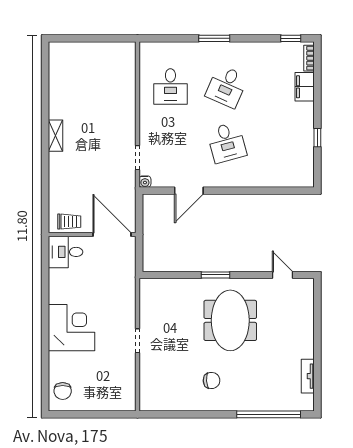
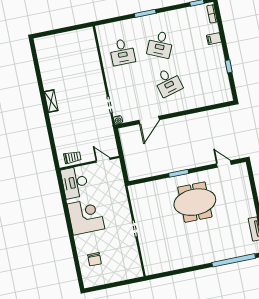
filing cabinet: (305, 87) -> (214, 39), width x0.50
door: (112, 234) -> (103, 160), width x0.53
desk: (65, 252) -> (75, 182), width x1.37
meeting table: (230, 320) -> (195, 202), turned 90
corner desk: (71, 328) -> (86, 216), moved
chair: (212, 380) -> (190, 245), removed
chair: (63, 391) -> (94, 259), moved

